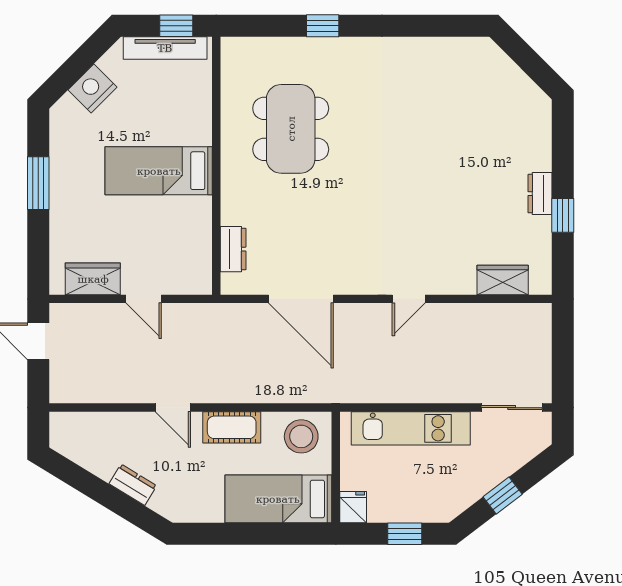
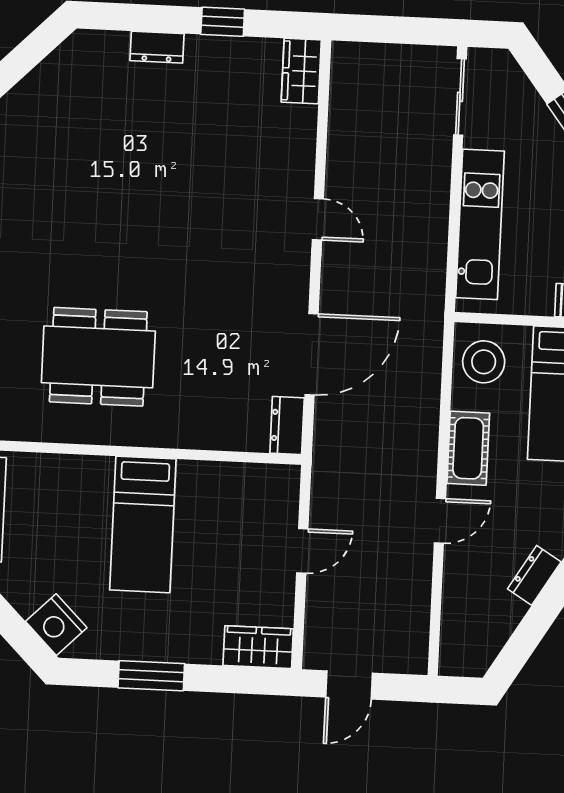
nightstand: (93, 88) -> (56, 625), moved
dresser: (540, 194) -> (157, 47), moved
dresser: (233, 249) -> (287, 425), moved, turned -90
wardrobe: (93, 279) -> (258, 647), moved, turned 90
wardrobe: (503, 280) -> (301, 71), moved

